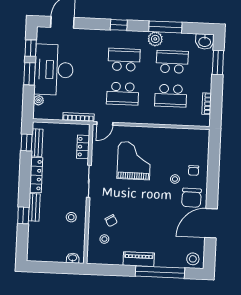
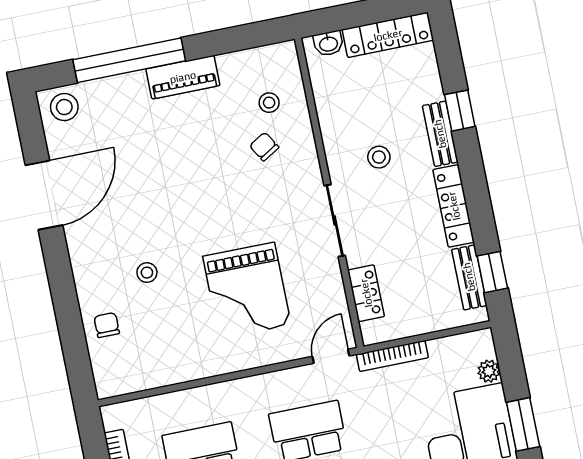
chair: (194, 171) -> (107, 325), moved
chair: (192, 198) -> (100, 240), removed
stool: (71, 217) -> (379, 157), moved
locker: (46, 255) -> (388, 35), added

